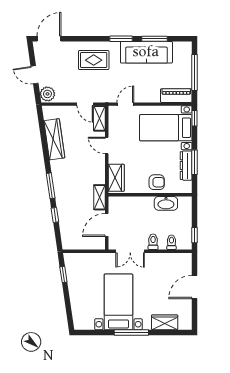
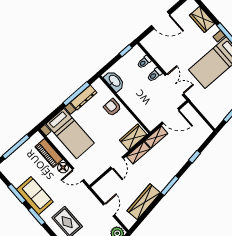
sofa: (146, 52) -> (35, 196), width x0.73
piano: (176, 96) -> (49, 153), moved
floor lamp: (142, 97) -> (63, 168), added
door: (85, 104) -> (109, 210), moved
shelving: (99, 118) -> (138, 153), moved
window: (195, 118) -> (47, 120), removed
window: (195, 162) -> (76, 94), width x1.44
window: (51, 186) -> (170, 186), moved
washbasin: (166, 203) -> (114, 81), moved

